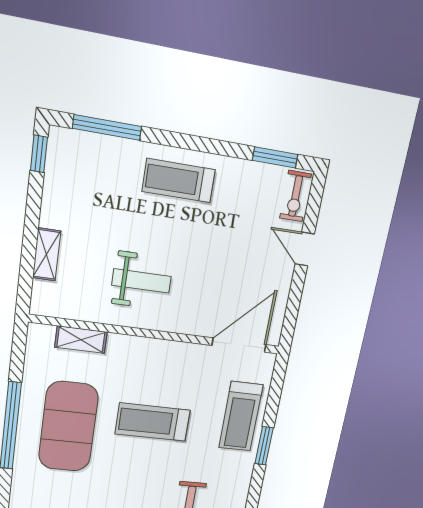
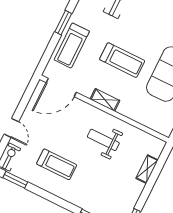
treadmill: (179, 181) -> (57, 164), moved
shelving: (81, 340) -> (105, 100), moved
treadmill: (241, 416) -> (72, 46), turned 180

